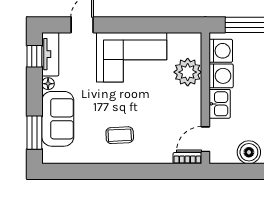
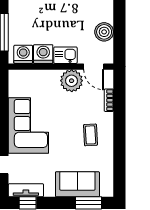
plant: (188, 72) -> (72, 81), moved
floor lamp: (48, 84) -> (49, 192), removed
bookcase: (187, 158) -> (109, 100), moved

